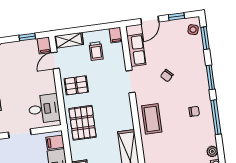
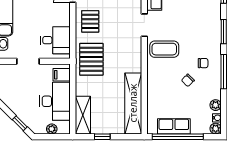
chair: (167, 76) -> (188, 80), moved
pallet: (76, 85) -> (90, 21), turned 90
coffee table: (152, 119) -> (164, 49), moved, turned 90

